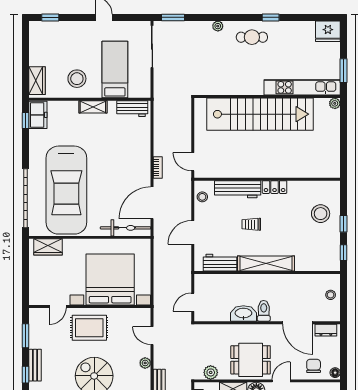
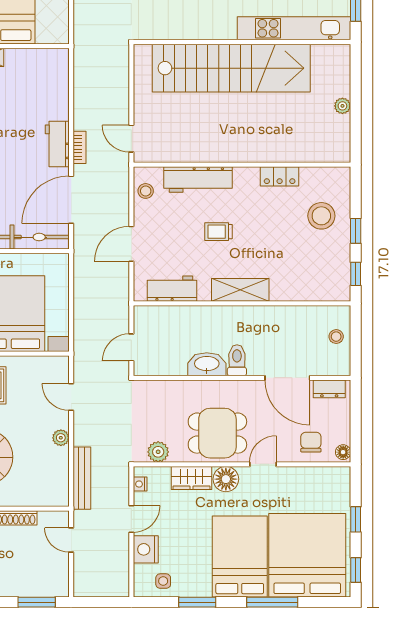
plant: (335, 103) -> (342, 106), moved
workbench: (132, 109) -> (57, 144), moved, turned 90
locker: (275, 187) -> (280, 176), moved
shelving: (266, 264) -> (240, 290), width x0.68

